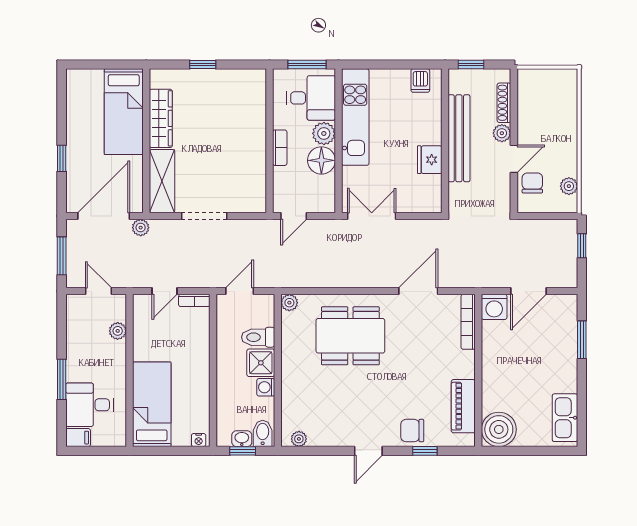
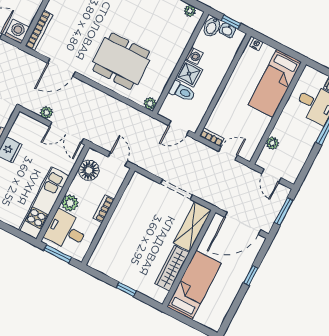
floor lamp: (321, 160) -> (89, 170), moved
door: (294, 216) -> (118, 159), hinge flipped
plant: (141, 228) -> (47, 113), moved

